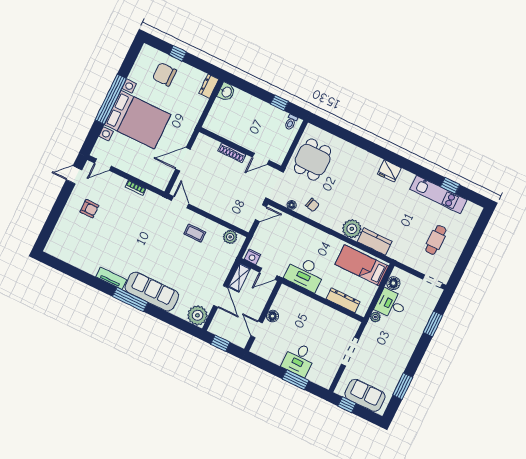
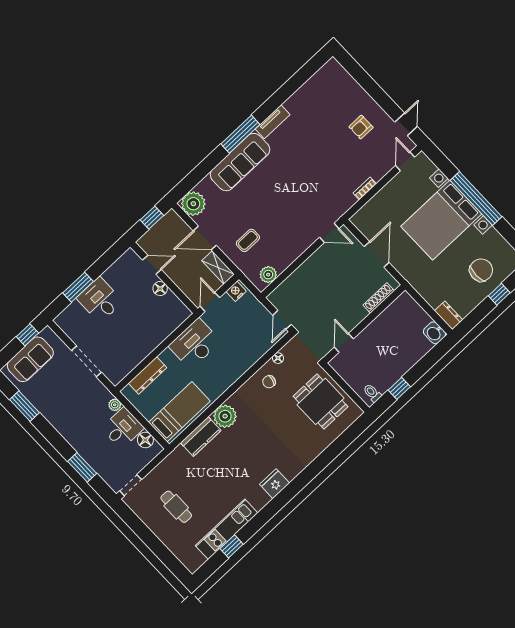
shoe rack: (232, 153) -> (379, 298), moved
coffee table: (195, 233) -> (248, 240), moved

